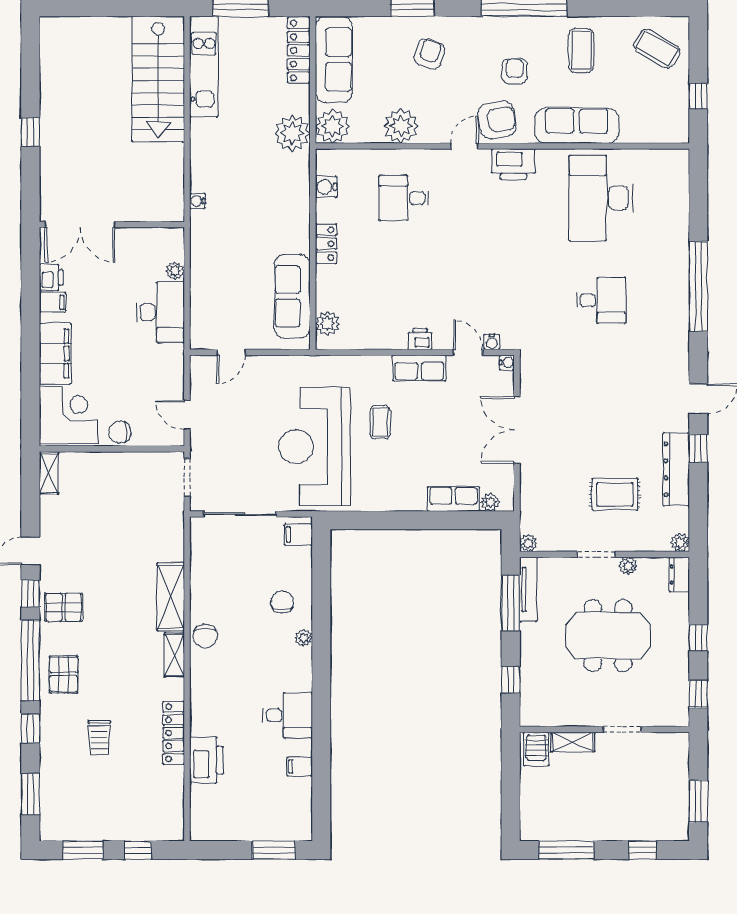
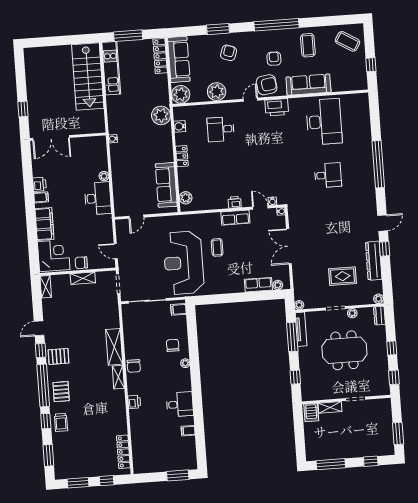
plant: (292, 133) -> (161, 115), moved
desk: (601, 198) -> (324, 122), turned 180
double door: (80, 224) -> (51, 138), moved
wall: (112, 224) -> (68, 137), moved
shelving: (121, 462) -> (83, 278), added
locker: (174, 733) -> (123, 452), moved
trolley: (99, 738) -> (61, 422), moved
printer: (206, 760) -> (134, 402), moved, width x0.53, depth x0.68

